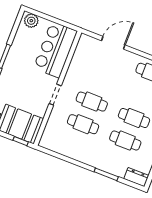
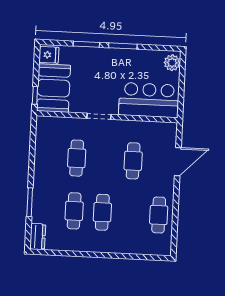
door: (113, 43) -> (178, 162), hinge flipped
cafe table: (92, 102) -> (133, 161), moved

